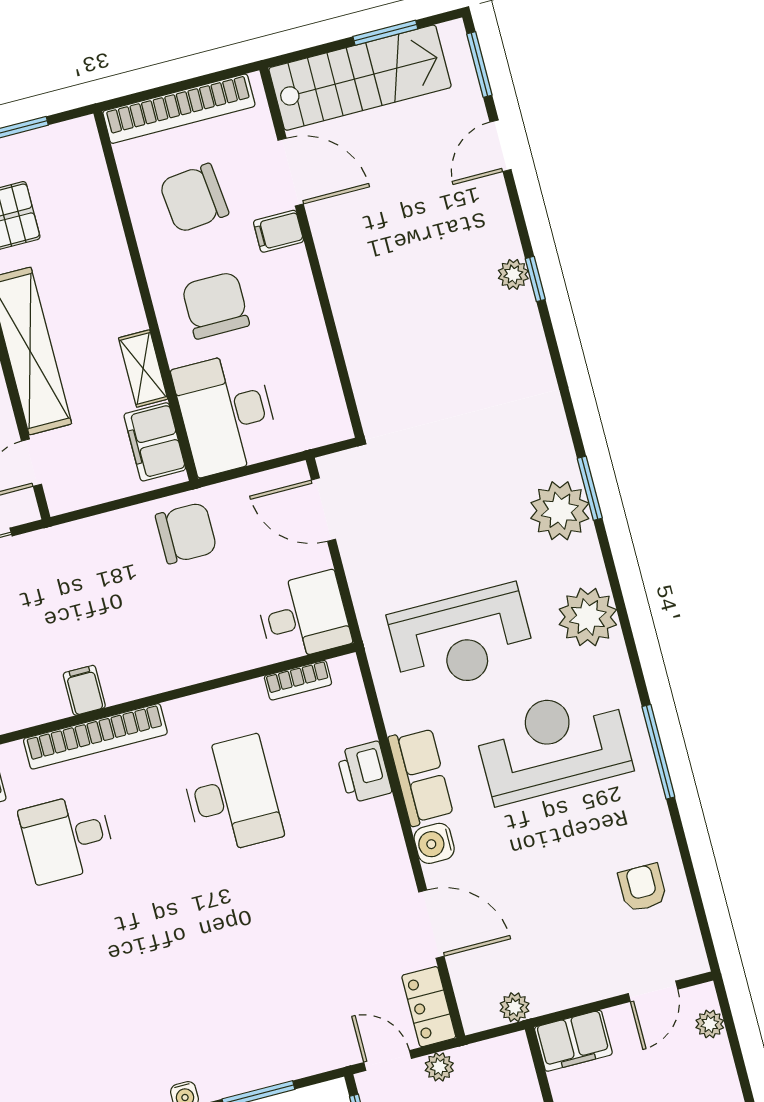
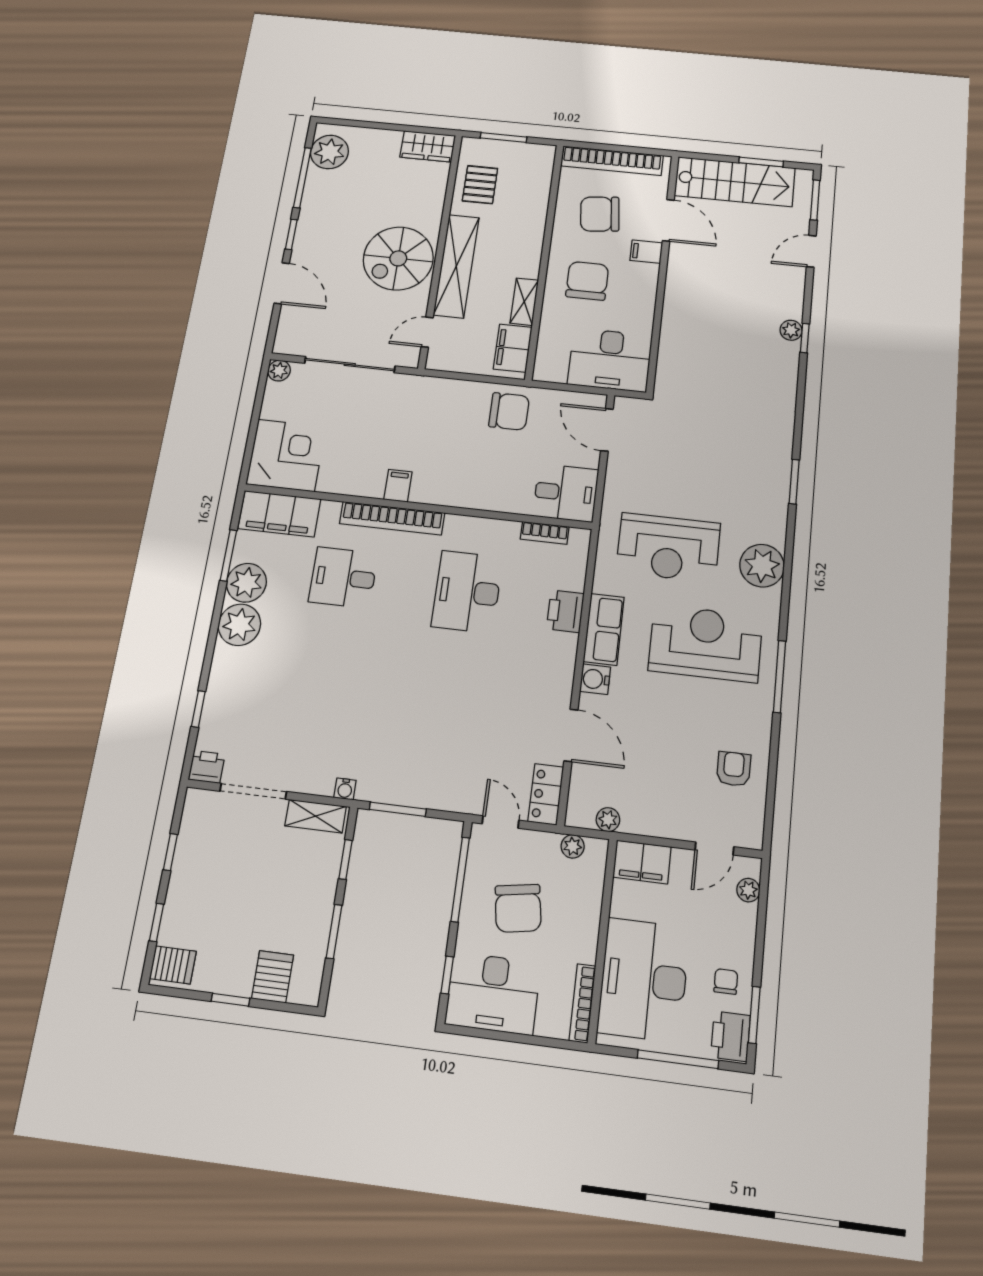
desk: (226, 413) -> (610, 360), moved, turned -90
plant: (560, 511) -> (768, 489), removed
desk: (231, 795) -> (467, 592), turned 180
plant: (439, 1067) -> (573, 846), moved

